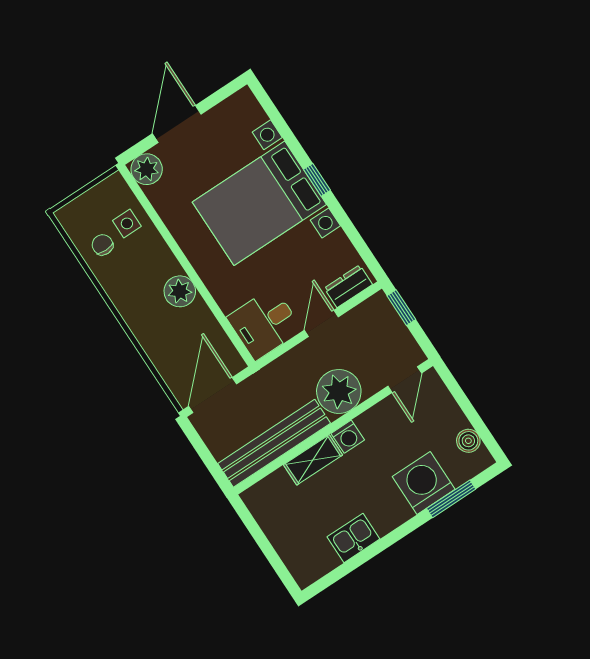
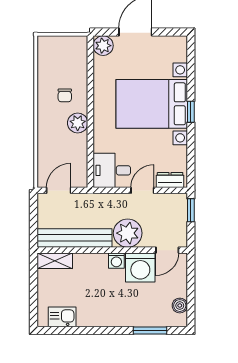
side table: (127, 223) -> (73, 68), removed
chair: (102, 245) -> (65, 95), moved, turned 180
door: (213, 395) -> (59, 190), width x0.73
shelving: (313, 460) -> (55, 261), moved
washing machine: (424, 483) -> (140, 267), moved, turned 180
kitchen sink: (353, 538) -> (62, 317), moved

